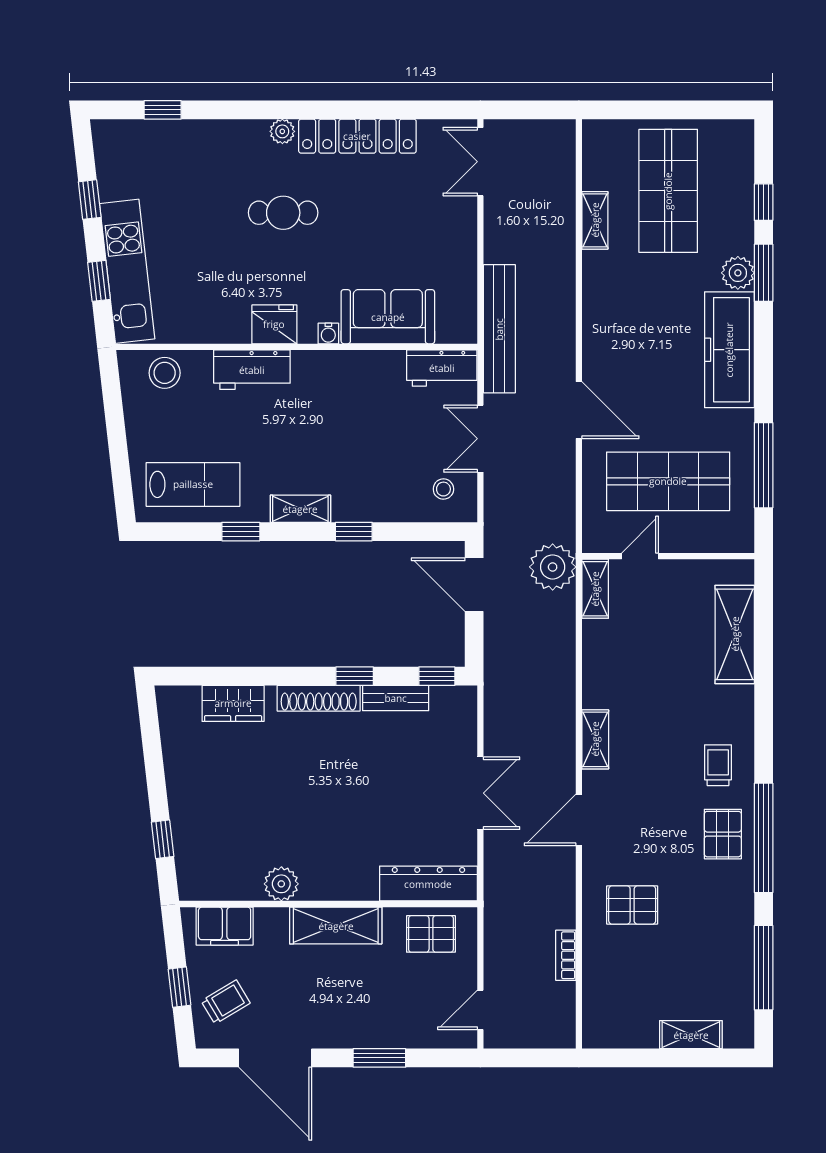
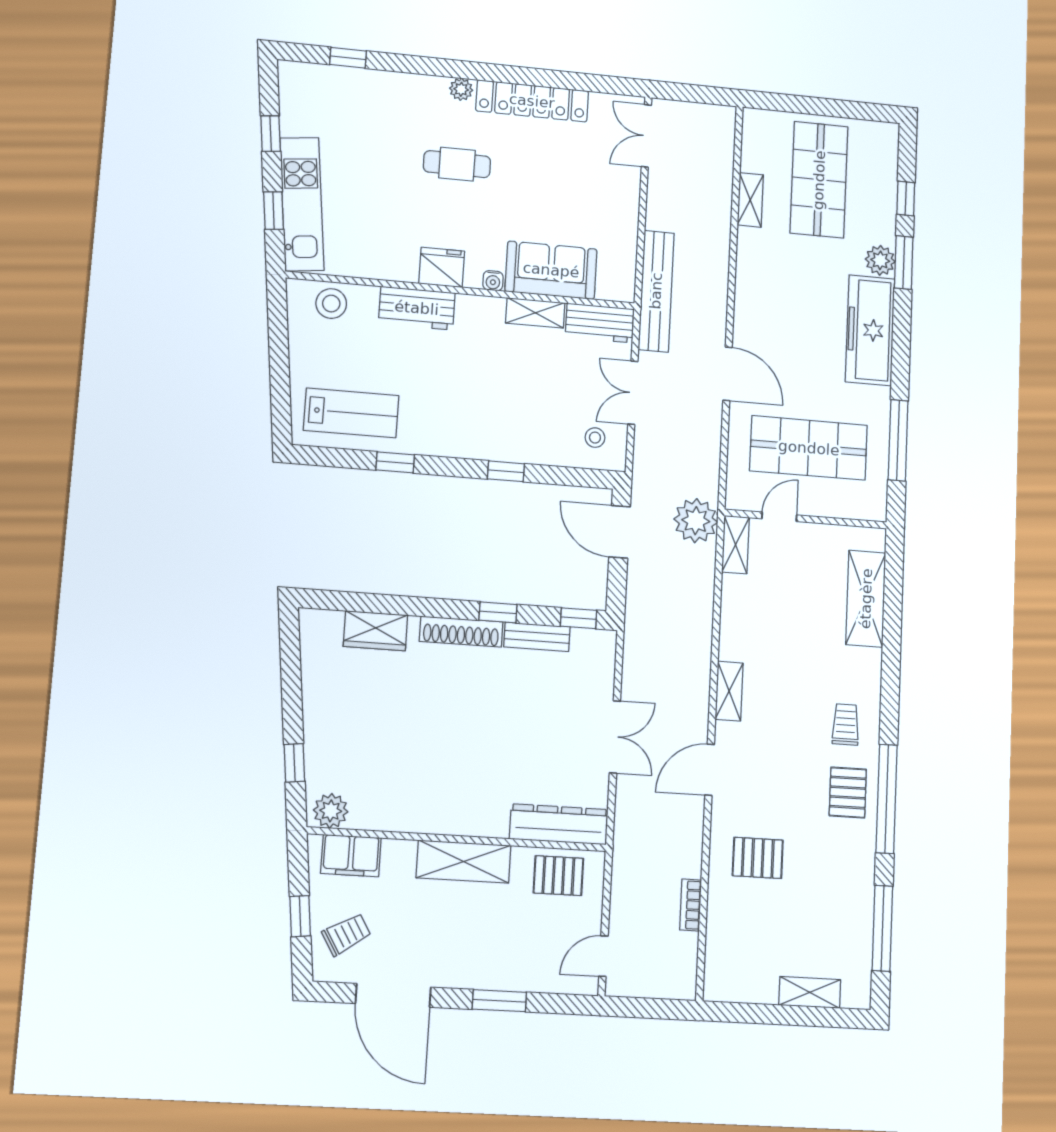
shelving: (300, 509) -> (535, 313), moved
plant: (281, 884) -> (331, 811), moved

